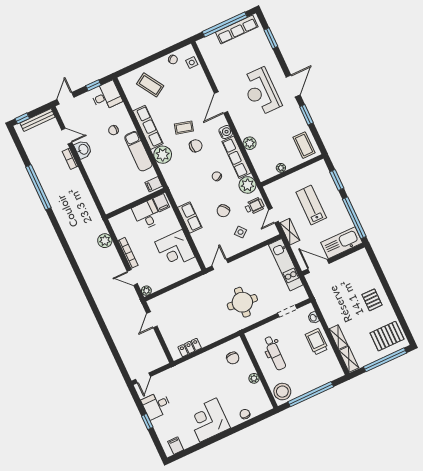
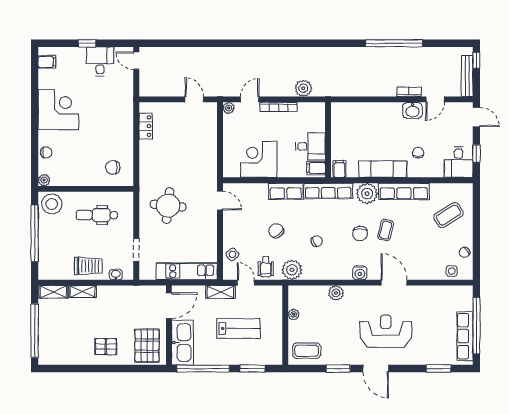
row of seats: (236, 157) -> (328, 191), moved, turned 180
side table: (241, 232) -> (232, 254), moved
pallet: (387, 336) -> (147, 346), moved
plant: (254, 378) -> (44, 180), moved

